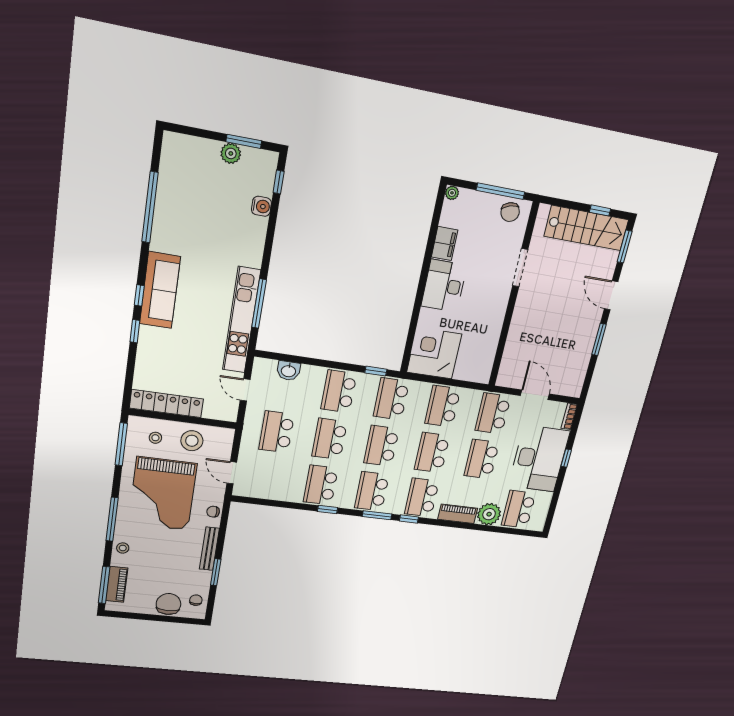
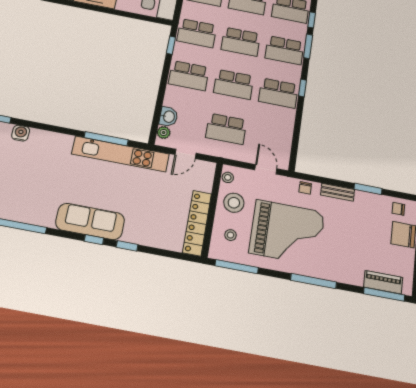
plant: (269, 366) -> (164, 133), added
door: (232, 473) -> (266, 169), swing flipped
stool: (123, 548) -> (228, 177), moved
bench: (209, 549) -> (338, 192), width x0.73

